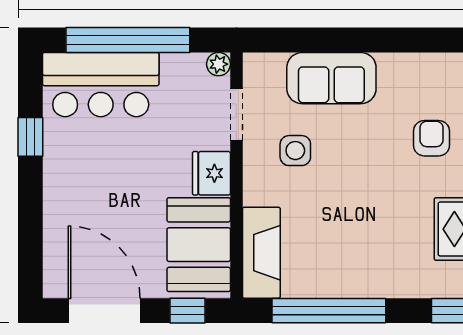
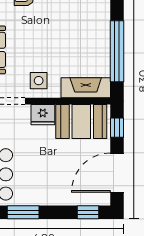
window: (30, 137) -> (23, 212), width x1.50
side table: (295, 151) -> (39, 81), moved
window: (30, 257) -> (88, 212), added

